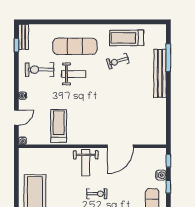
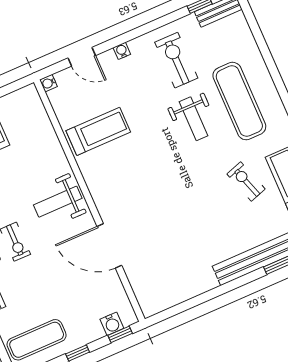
water cooler: (161, 175) -> (112, 324), moved

